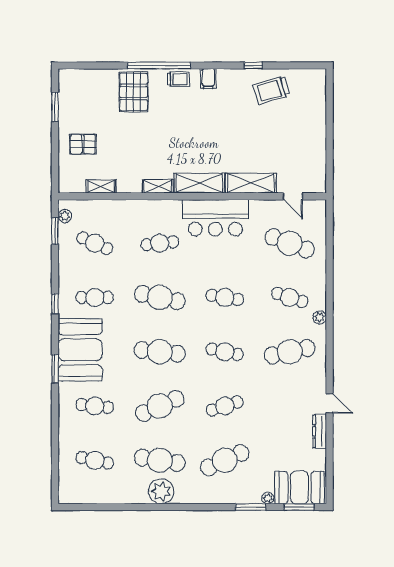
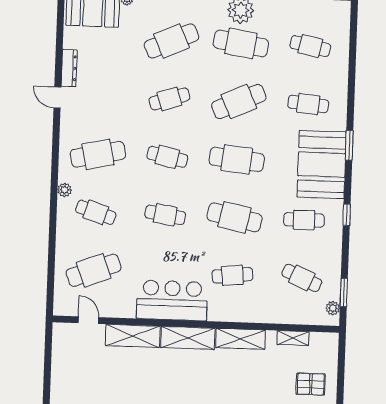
shelving: (158, 186) -> (240, 339), width x1.50, depth x1.33
cafe table: (290, 243) -> (94, 270), turned -42

